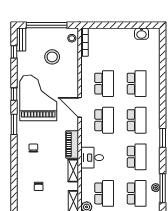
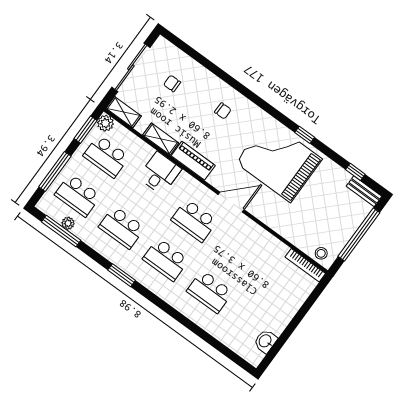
stool: (52, 57) -> (316, 213), removed
school desk: (104, 84) -> (238, 253), removed
grand piano: (38, 98) -> (279, 161), turned 180
window: (14, 124) -> (268, 108), removed

